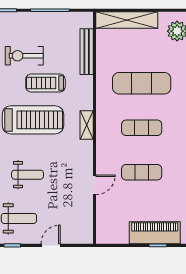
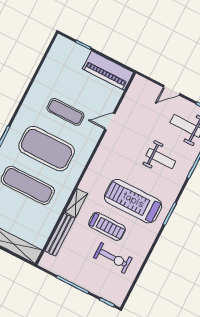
shelving: (87, 125) -> (76, 203), moved
exercise mat: (142, 128) -> (47, 149), width x2.00, depth x1.45
weight bench: (28, 175) -> (161, 158), turned 180
piano: (155, 233) -> (108, 71), moved

